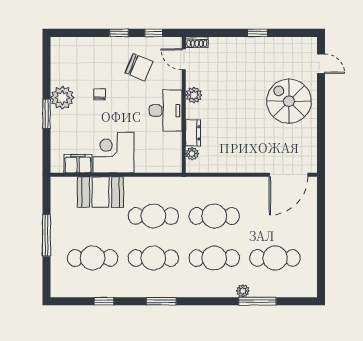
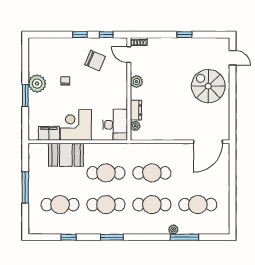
desk: (166, 111) -> (115, 125), moved

